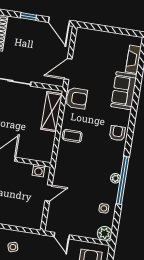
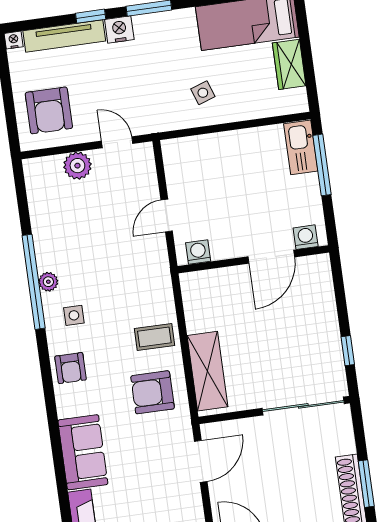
armchair: (76, 98) -> (153, 392), moved
side table: (104, 208) -> (74, 315), moved
plant: (105, 233) -> (77, 166), moved

